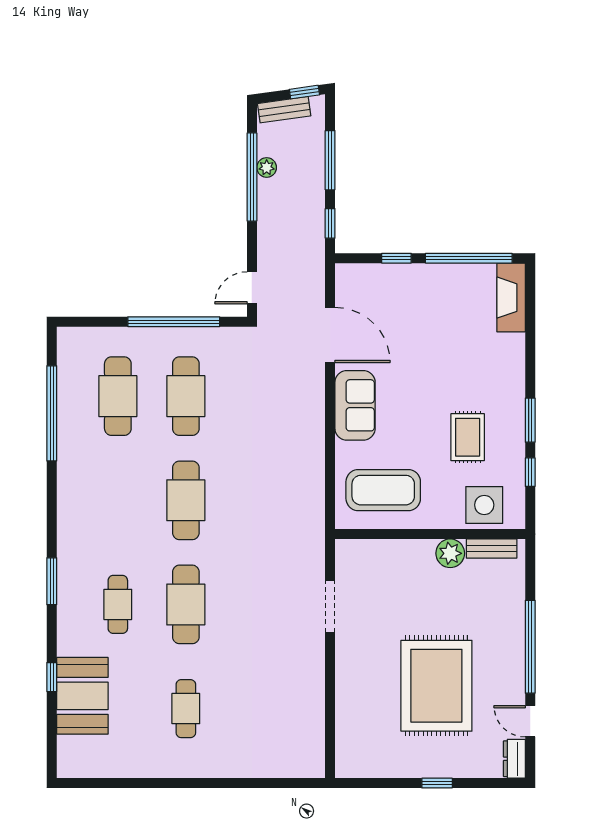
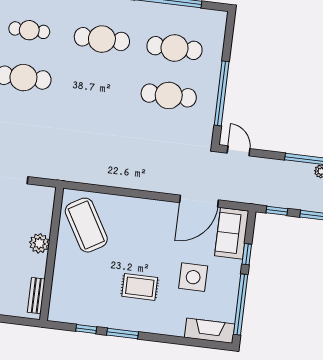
sofa: (355, 405) -> (232, 233), moved, turned 90
rug: (468, 437) -> (140, 287), moved
coffee table: (383, 490) -> (86, 225), turned -30
cafe table: (186, 500) -> (102, 39), moved
side table: (484, 505) -> (193, 277), moved
plant: (450, 553) -> (39, 243), moved

